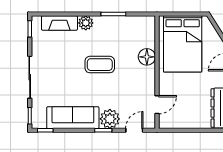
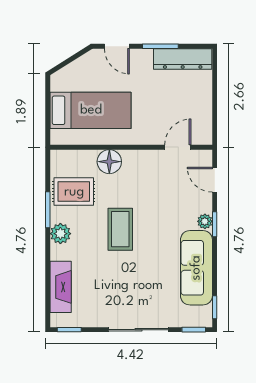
plant: (86, 23) -> (60, 234), moved
rug: (126, 32) -> (74, 192), added
bed: (183, 44) -> (91, 110), width x0.67
door: (157, 105) -> (178, 147), hinge flipped
plant: (110, 119) -> (205, 221), width x0.53, depth x0.53

